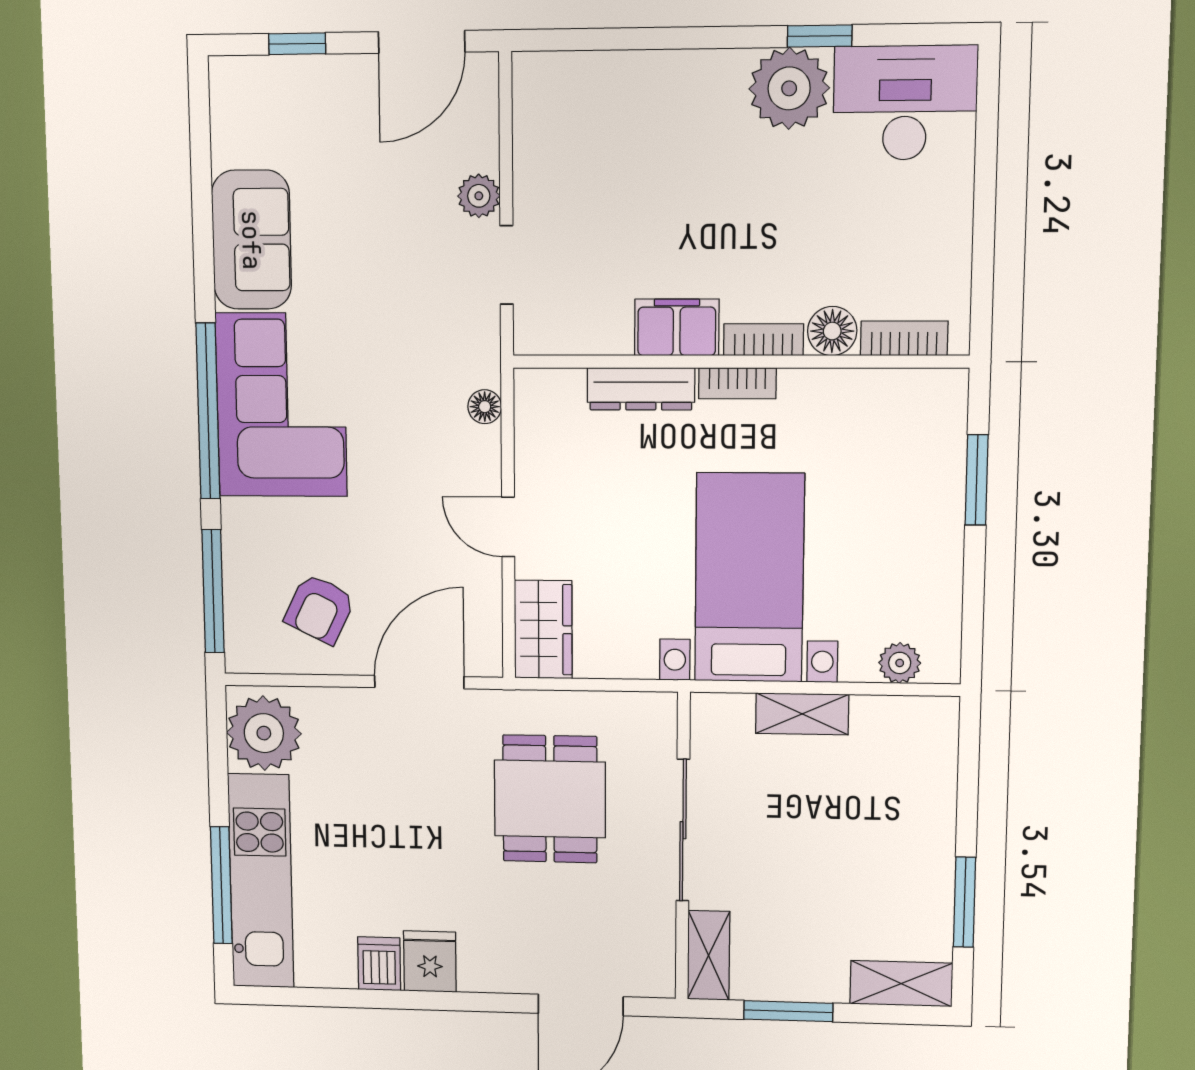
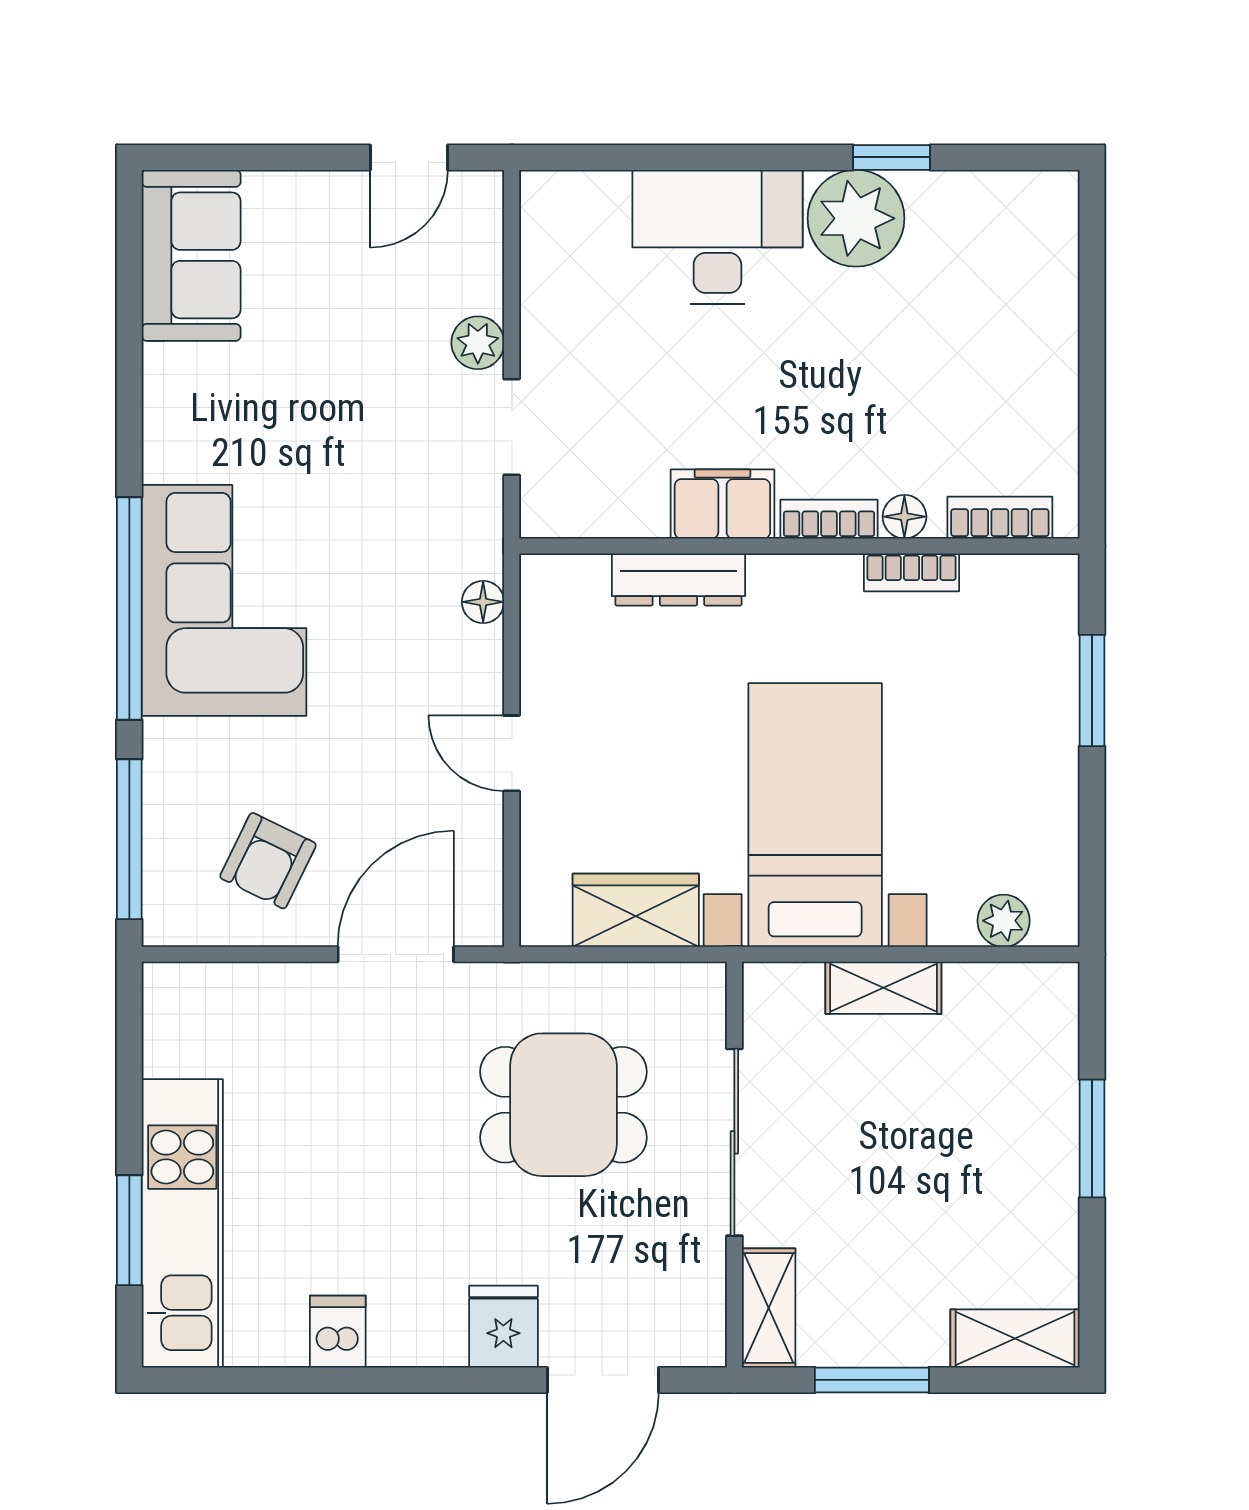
door: (422, 42) -> (409, 157), width x0.73
window: (297, 44) -> (254, 157), removed
desk: (905, 103) -> (717, 237), moved
sofa: (251, 240) -> (191, 255), moved
floor lamp: (832, 331) -> (904, 517), width x0.73, depth x0.73
bookcase: (737, 383) -> (911, 572), moved
wardrobe: (543, 629) -> (636, 910), moved, turned -90
plant: (264, 733) -> (191, 1025), removed
dining table: (550, 799) -> (563, 1105), turned 90
window: (221, 885) -> (129, 1230), width x0.69
window: (965, 902) -> (1092, 1139), moved
fridge: (430, 962) -> (503, 1327), moved

